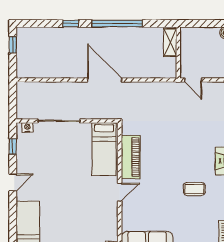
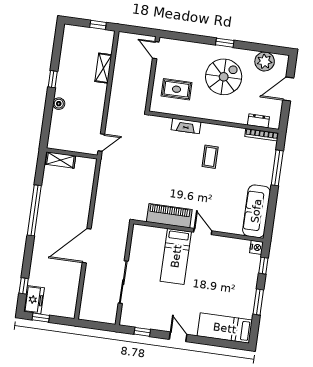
window: (71, 24) -> (24, 286), moved
freezer: (29, 36) -> (34, 300), added
door: (105, 80) -> (87, 246), moved
nightstand: (27, 127) -> (125, 315), removed
bed: (104, 149) -> (176, 256), moved, turned 90

